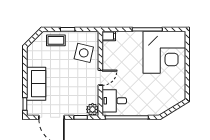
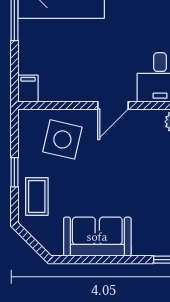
door: (100, 78) -> (113, 106), swing flipped
sofa: (36, 84) -> (97, 237), moved

